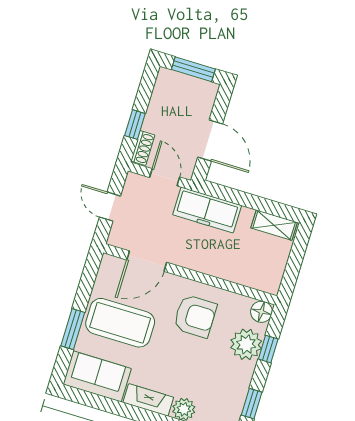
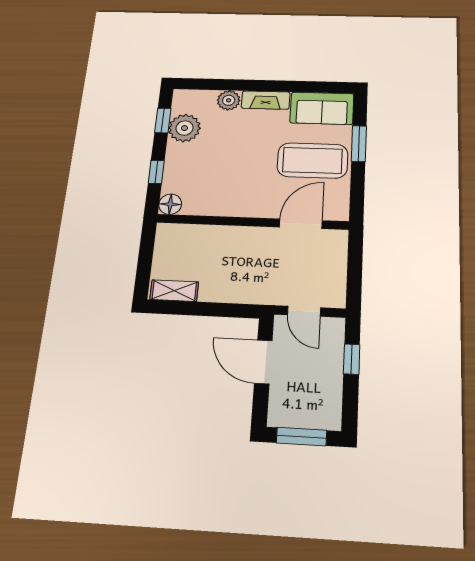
shoe rack: (143, 148) -> (336, 336), removed
door: (110, 207) -> (355, 268), removed
freezer: (207, 210) -> (250, 289), removed
armchair: (195, 316) -> (238, 184), removed
plant: (246, 344) -> (184, 128), moved

